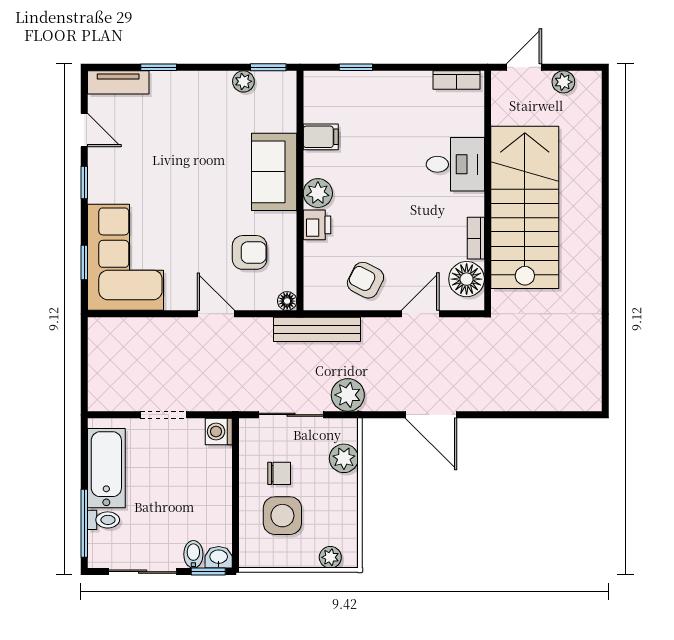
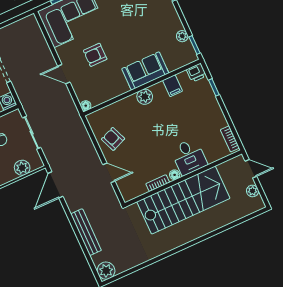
printer: (317, 225) -> (196, 73), moved
armchair: (250, 252) -> (95, 55), moved, turned 90
floor lamp: (467, 279) -> (175, 175), moved, width x0.53, depth x0.53
armchair: (365, 280) -> (113, 139), turned -49
door: (216, 314) -> (64, 74), swing flipped
bench: (317, 329) -> (86, 232), moved
plant: (348, 395) -> (106, 271), moved
door: (431, 415) -> (55, 185), moved

